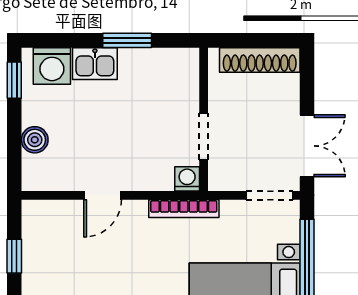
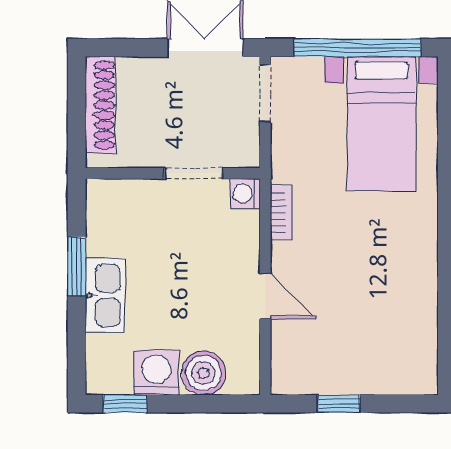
kitchen sink: (95, 64) -> (105, 295), width x1.38
washing machine: (52, 66) -> (156, 373), moved, turned -90
boiler: (35, 140) -> (204, 373), width x1.36, depth x1.36
bookcase: (184, 209) -> (281, 213), width x0.64

